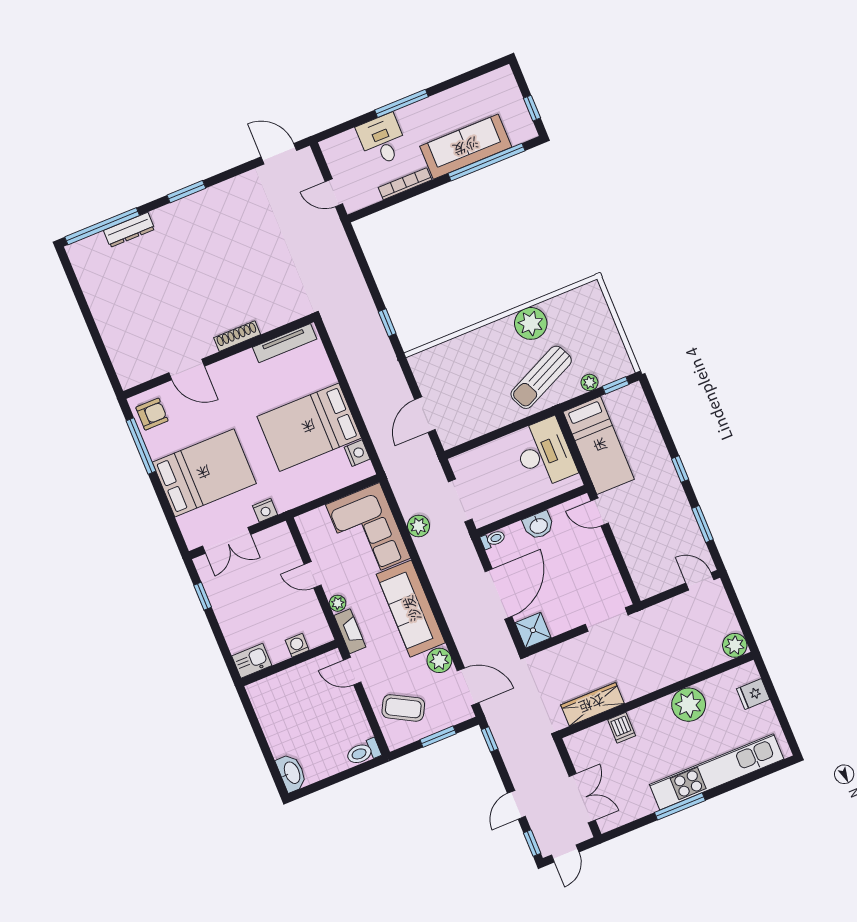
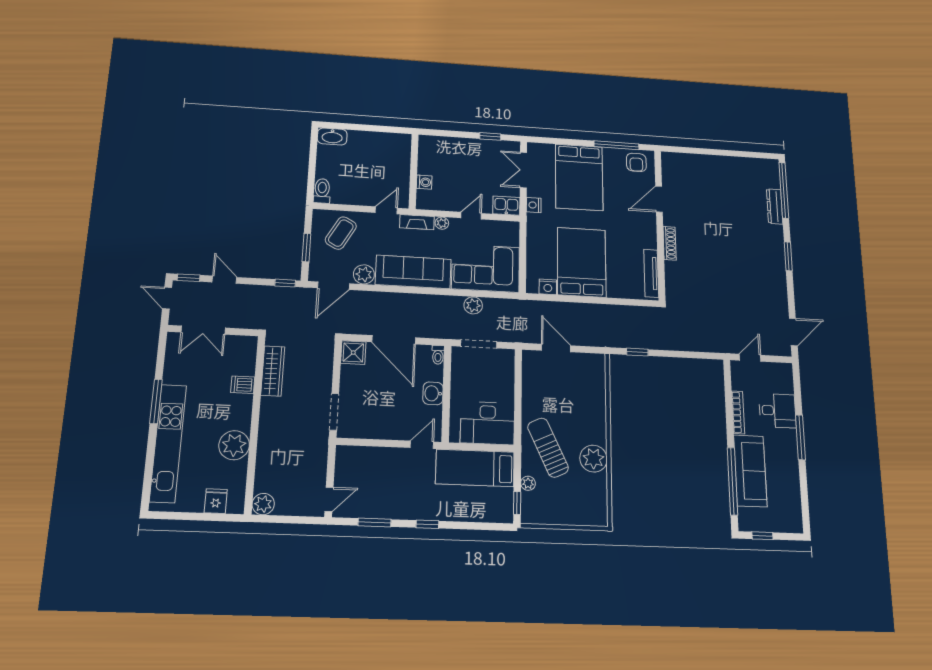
kitchen sink: (252, 661) -> (506, 206), moved, turned -90

